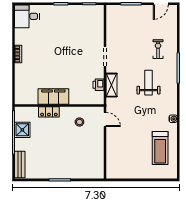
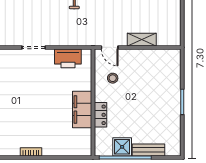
printer: (99, 85) -> (68, 58), width x1.87, depth x1.48
shelving: (112, 85) -> (142, 40), moved
door: (105, 119) -> (110, 47), swing flipped
bench: (20, 164) -> (149, 150), moved

